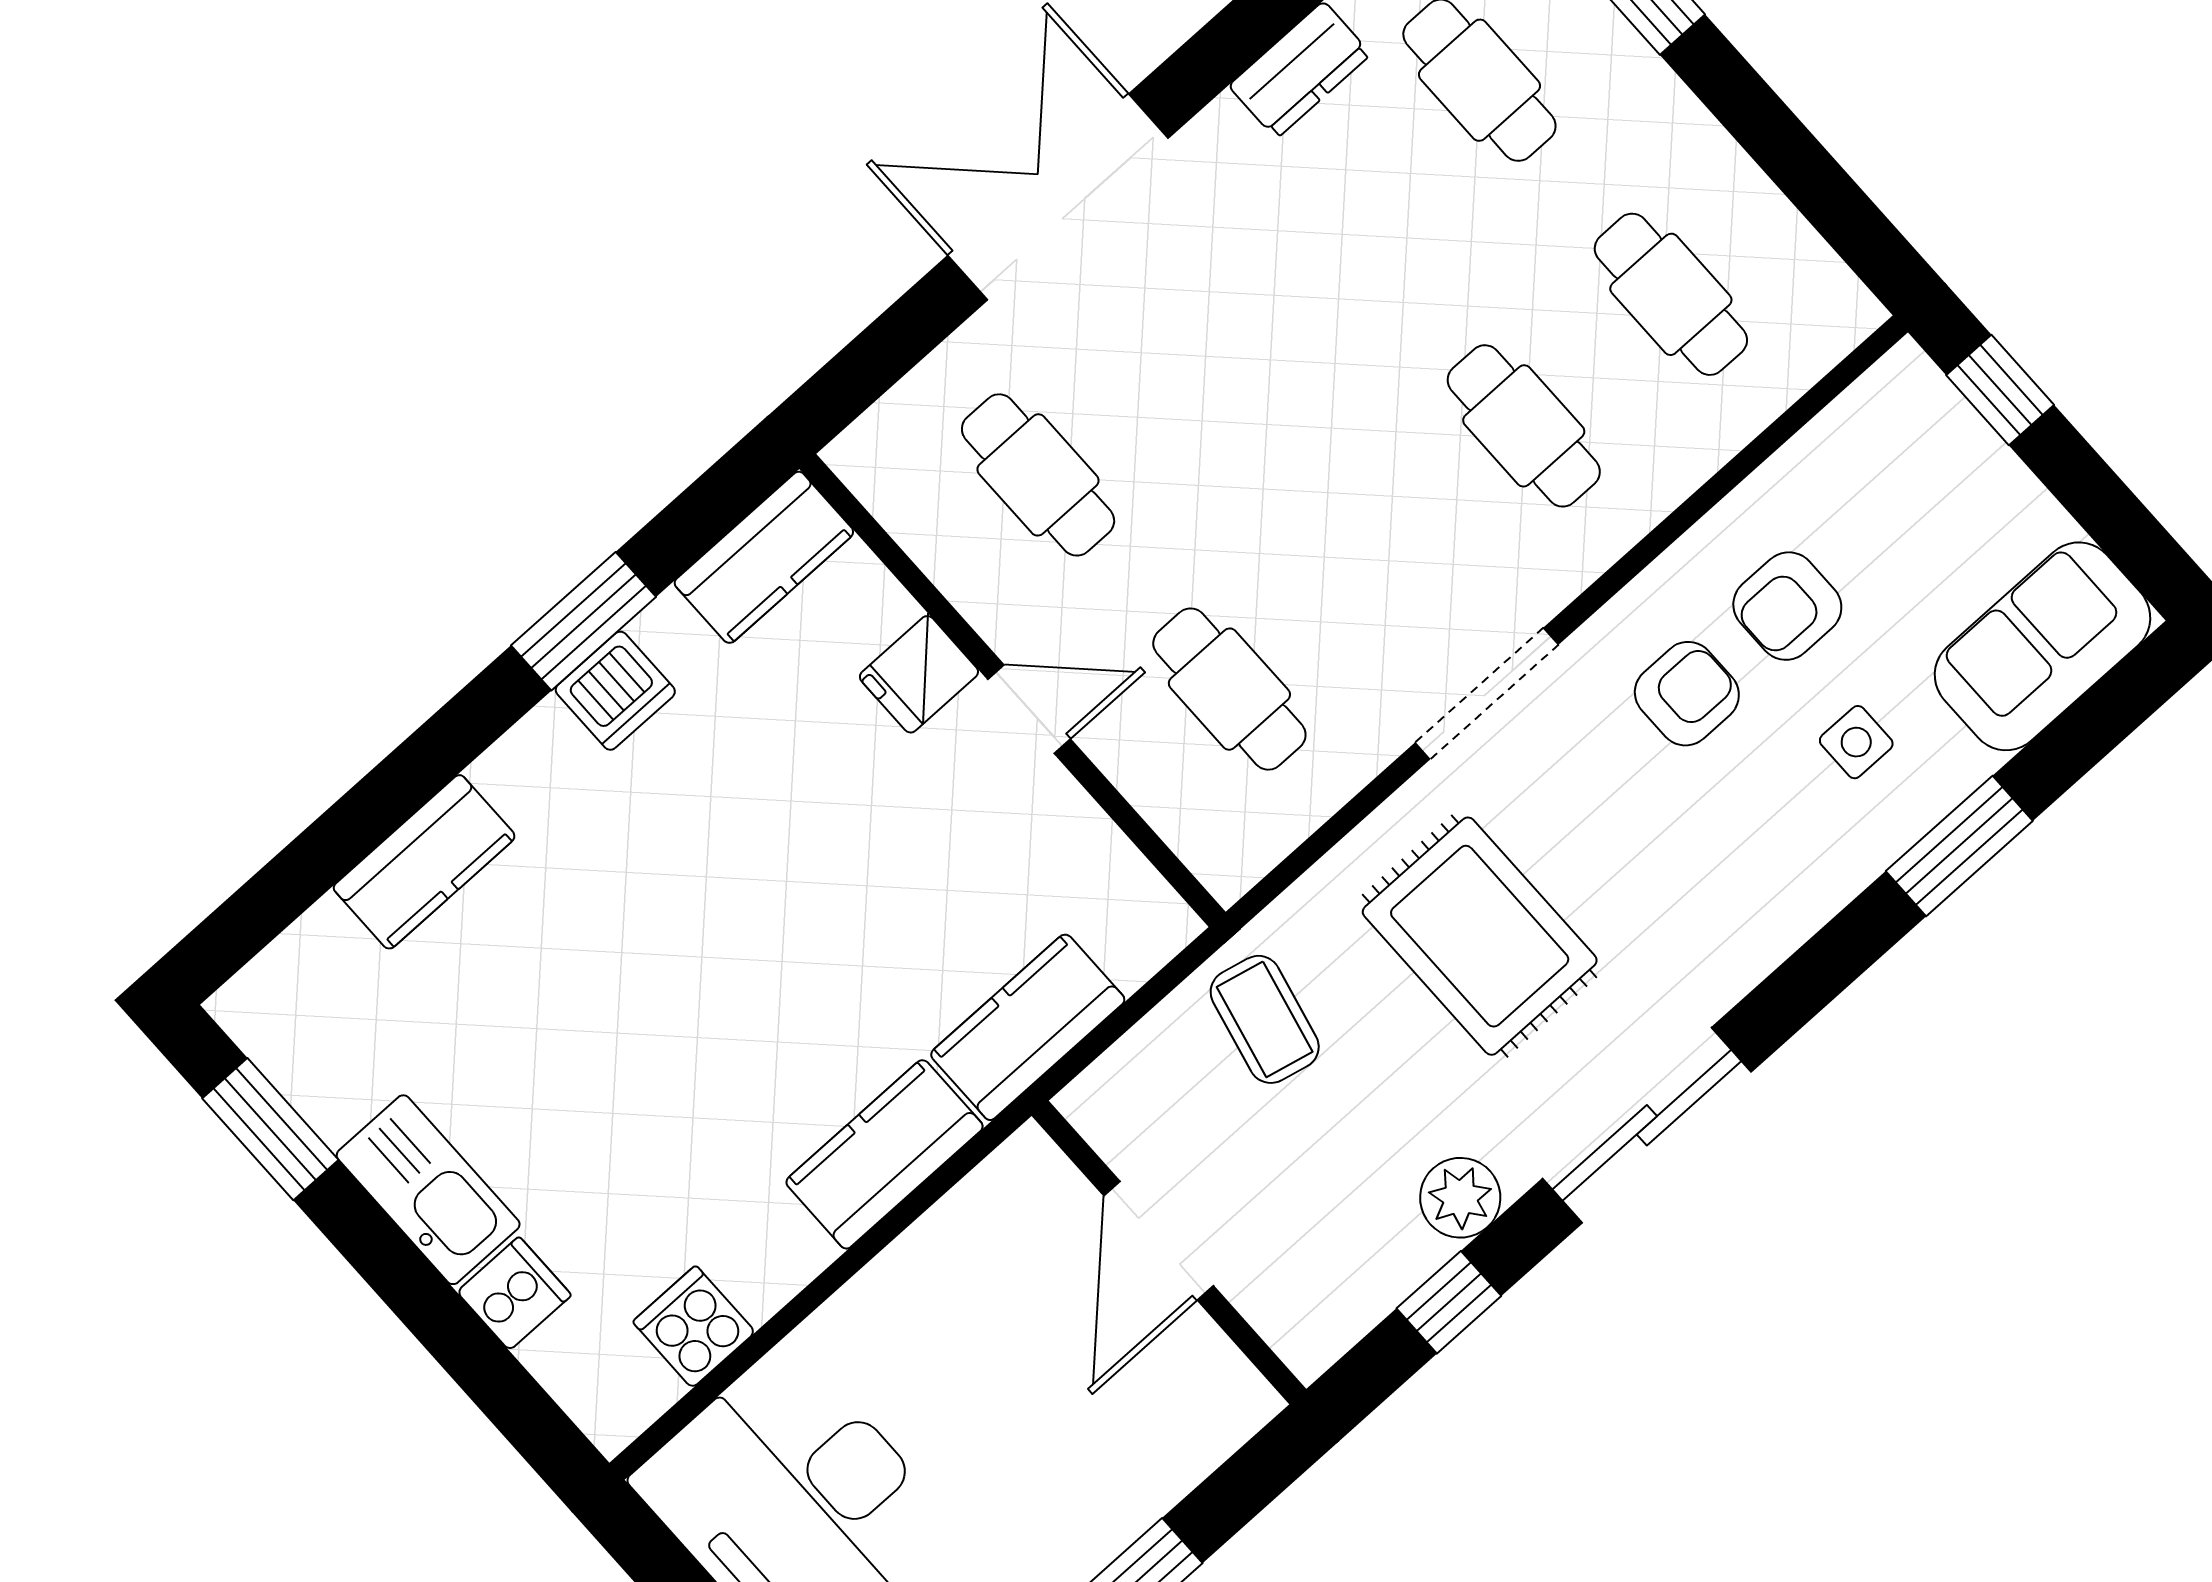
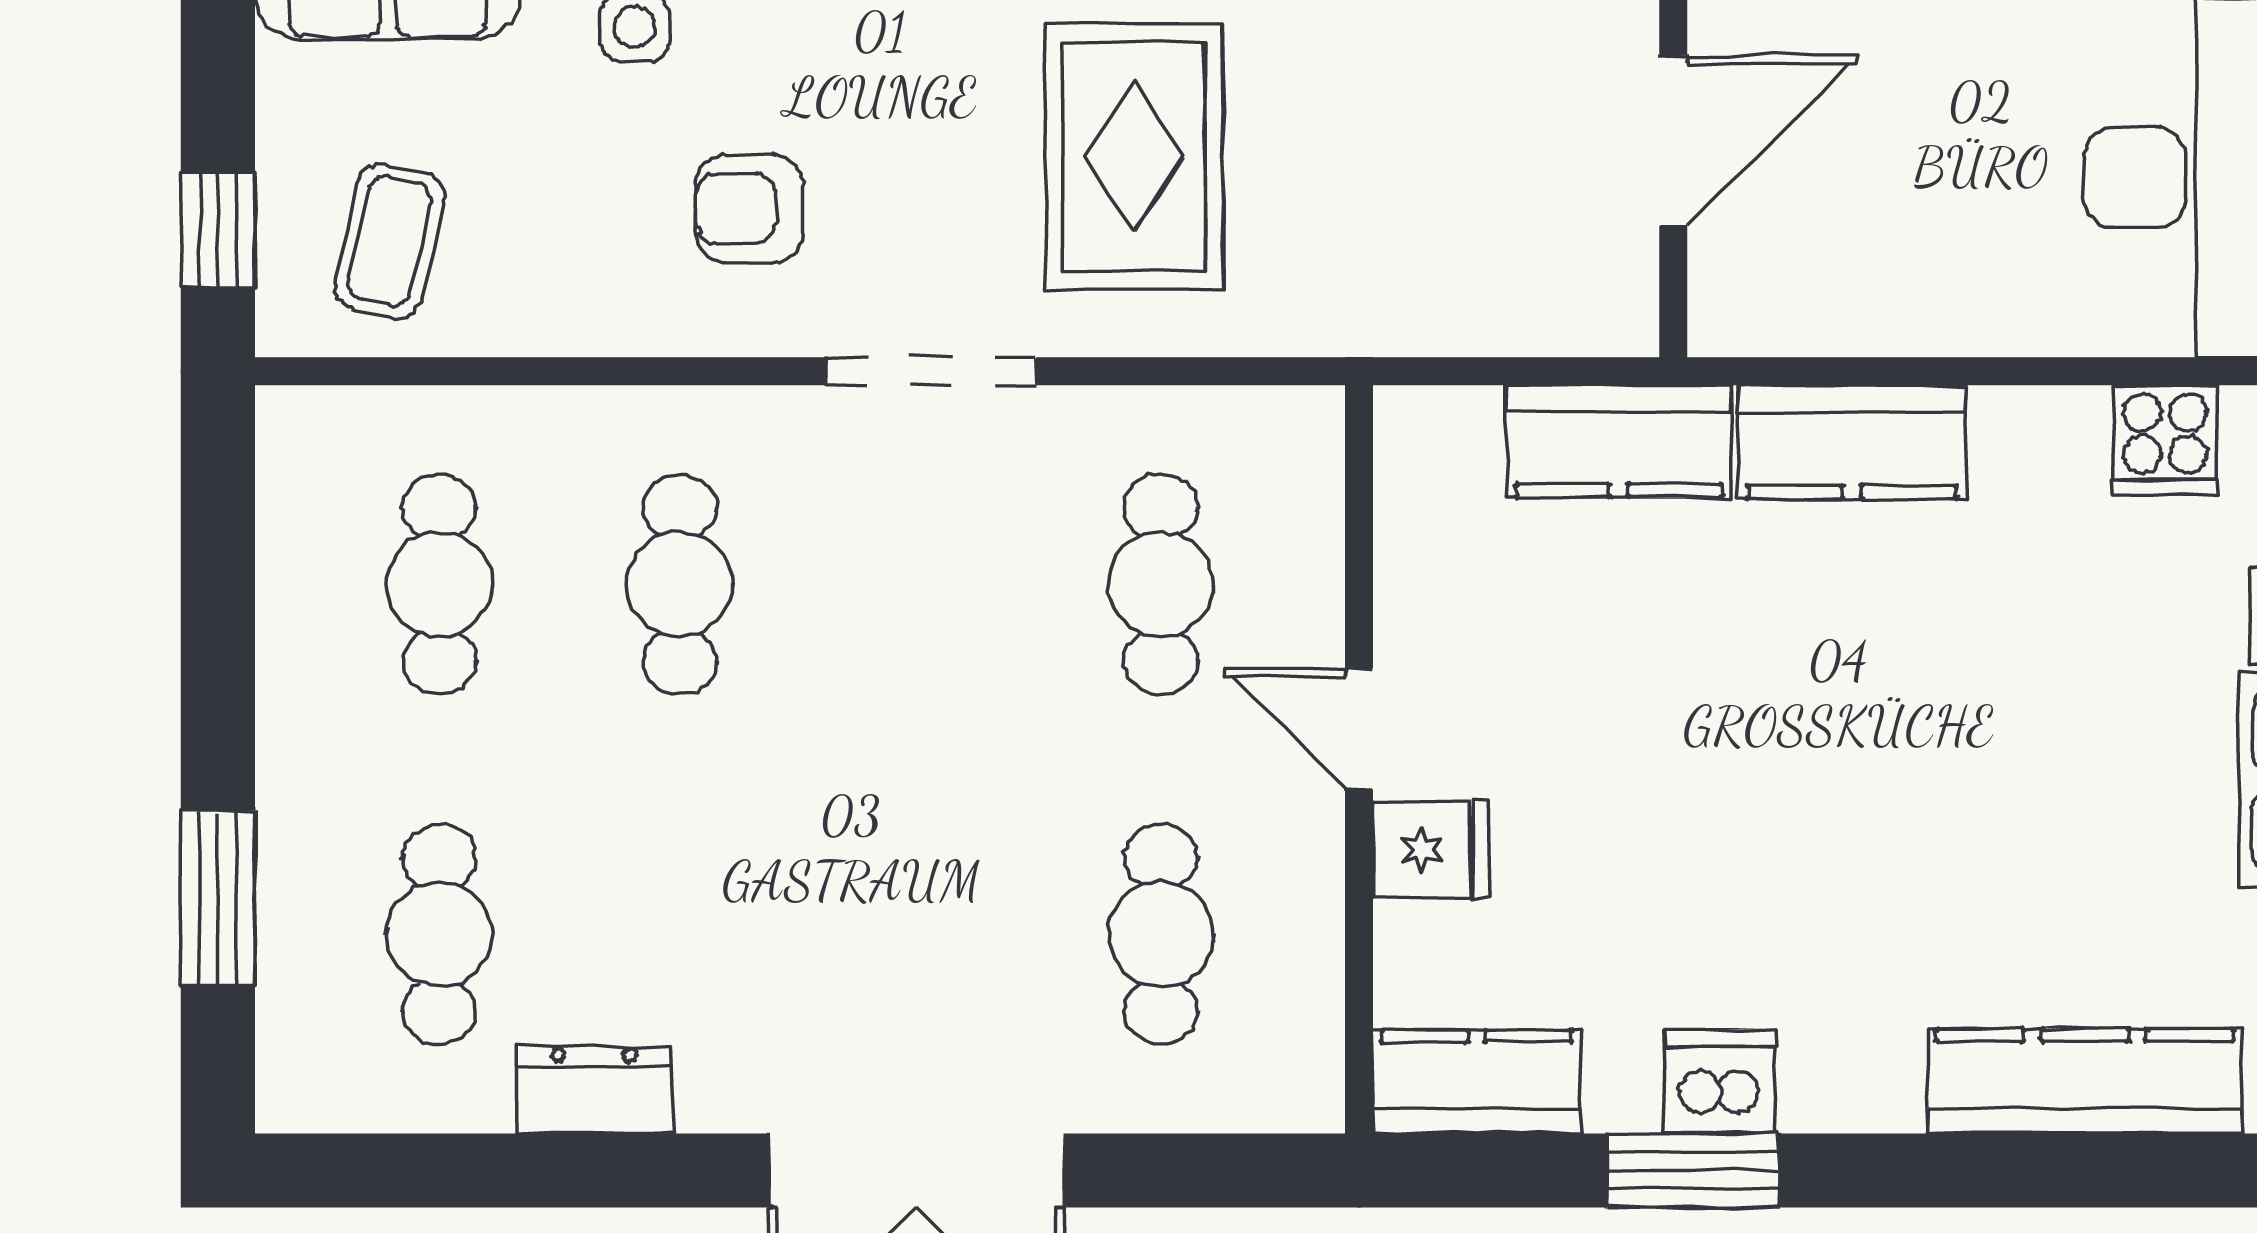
armchair: (1787, 606) -> (587, 207), removed
kitchen counter: (424, 862) -> (2085, 1081), width x1.50
coffee table: (1265, 1019) -> (389, 241), moved

